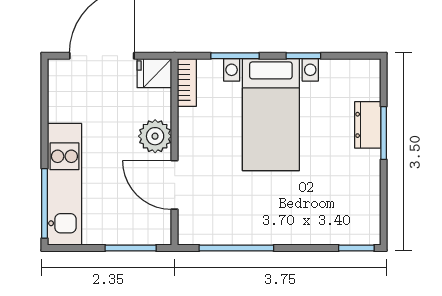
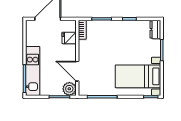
fridge: (154, 73) -> (69, 38), moved
bed with nightstands: (271, 115) -> (138, 76), moved, turned 90
dresser: (368, 125) -> (155, 29), moved
plant: (155, 136) -> (69, 89), moved

